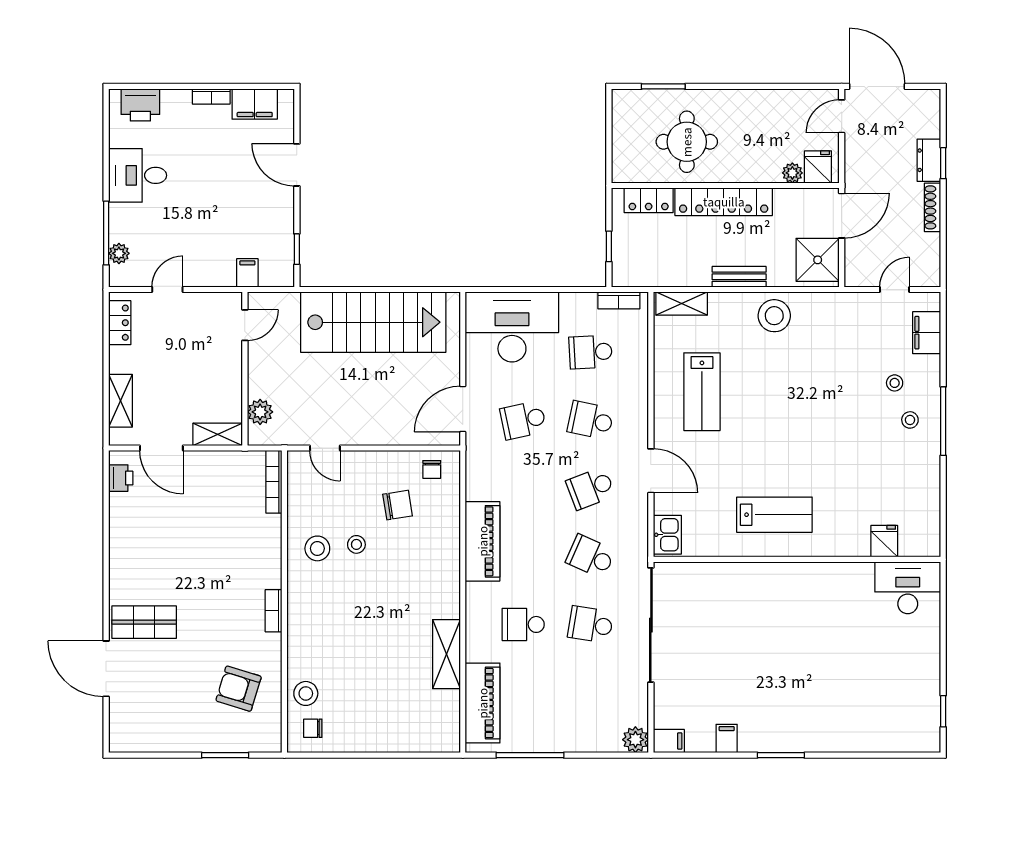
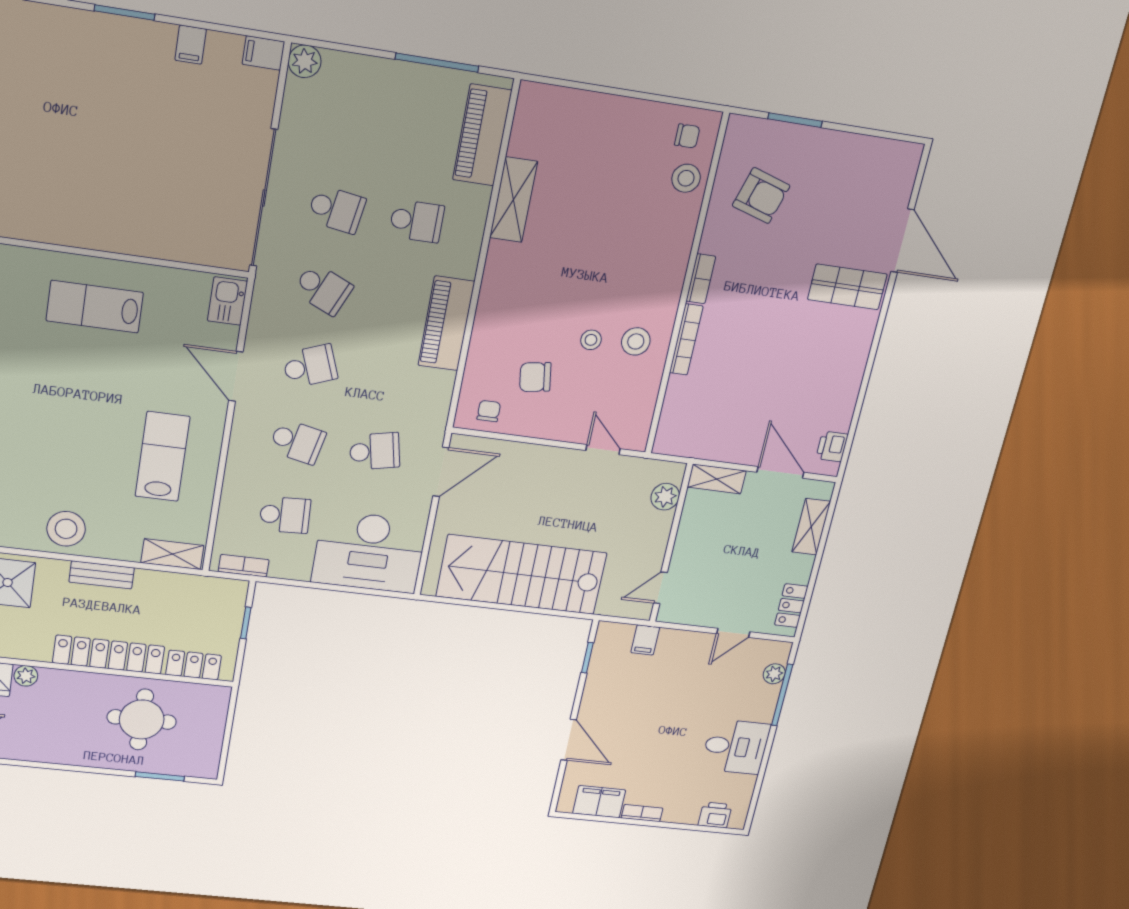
printer: (140, 105) -> (715, 815), width x0.73, depth x0.81
bookcase: (274, 482) -> (686, 339), moved

